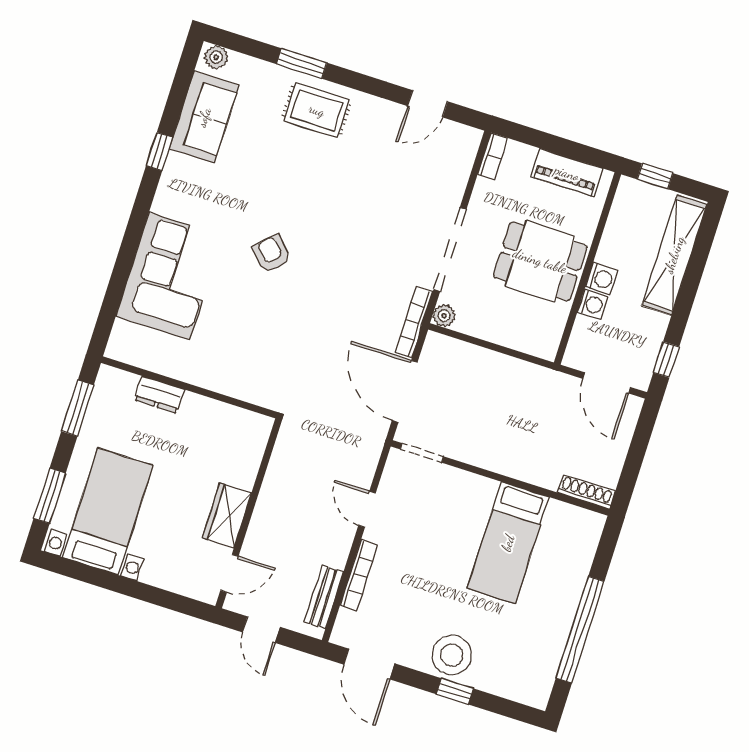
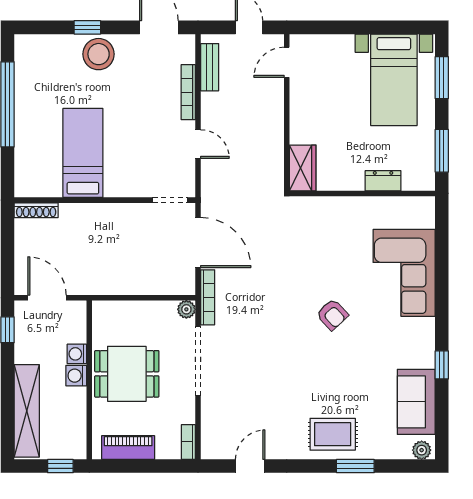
wardrobe: (227, 515) -> (303, 168), moved

